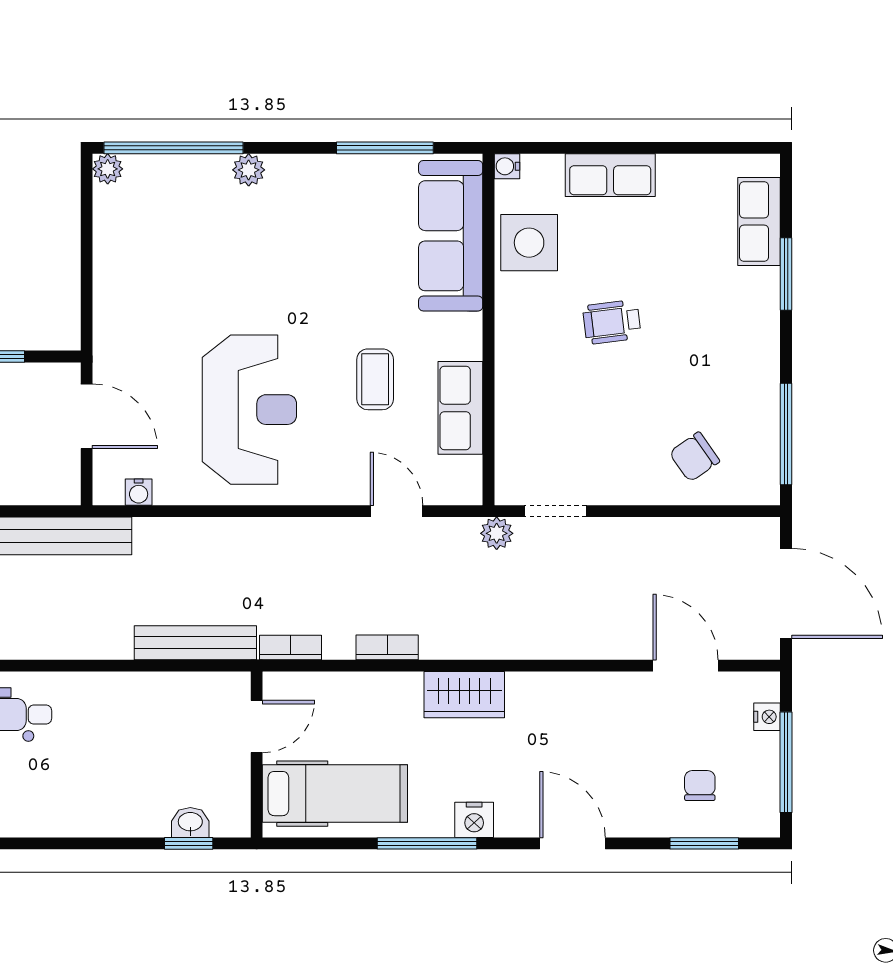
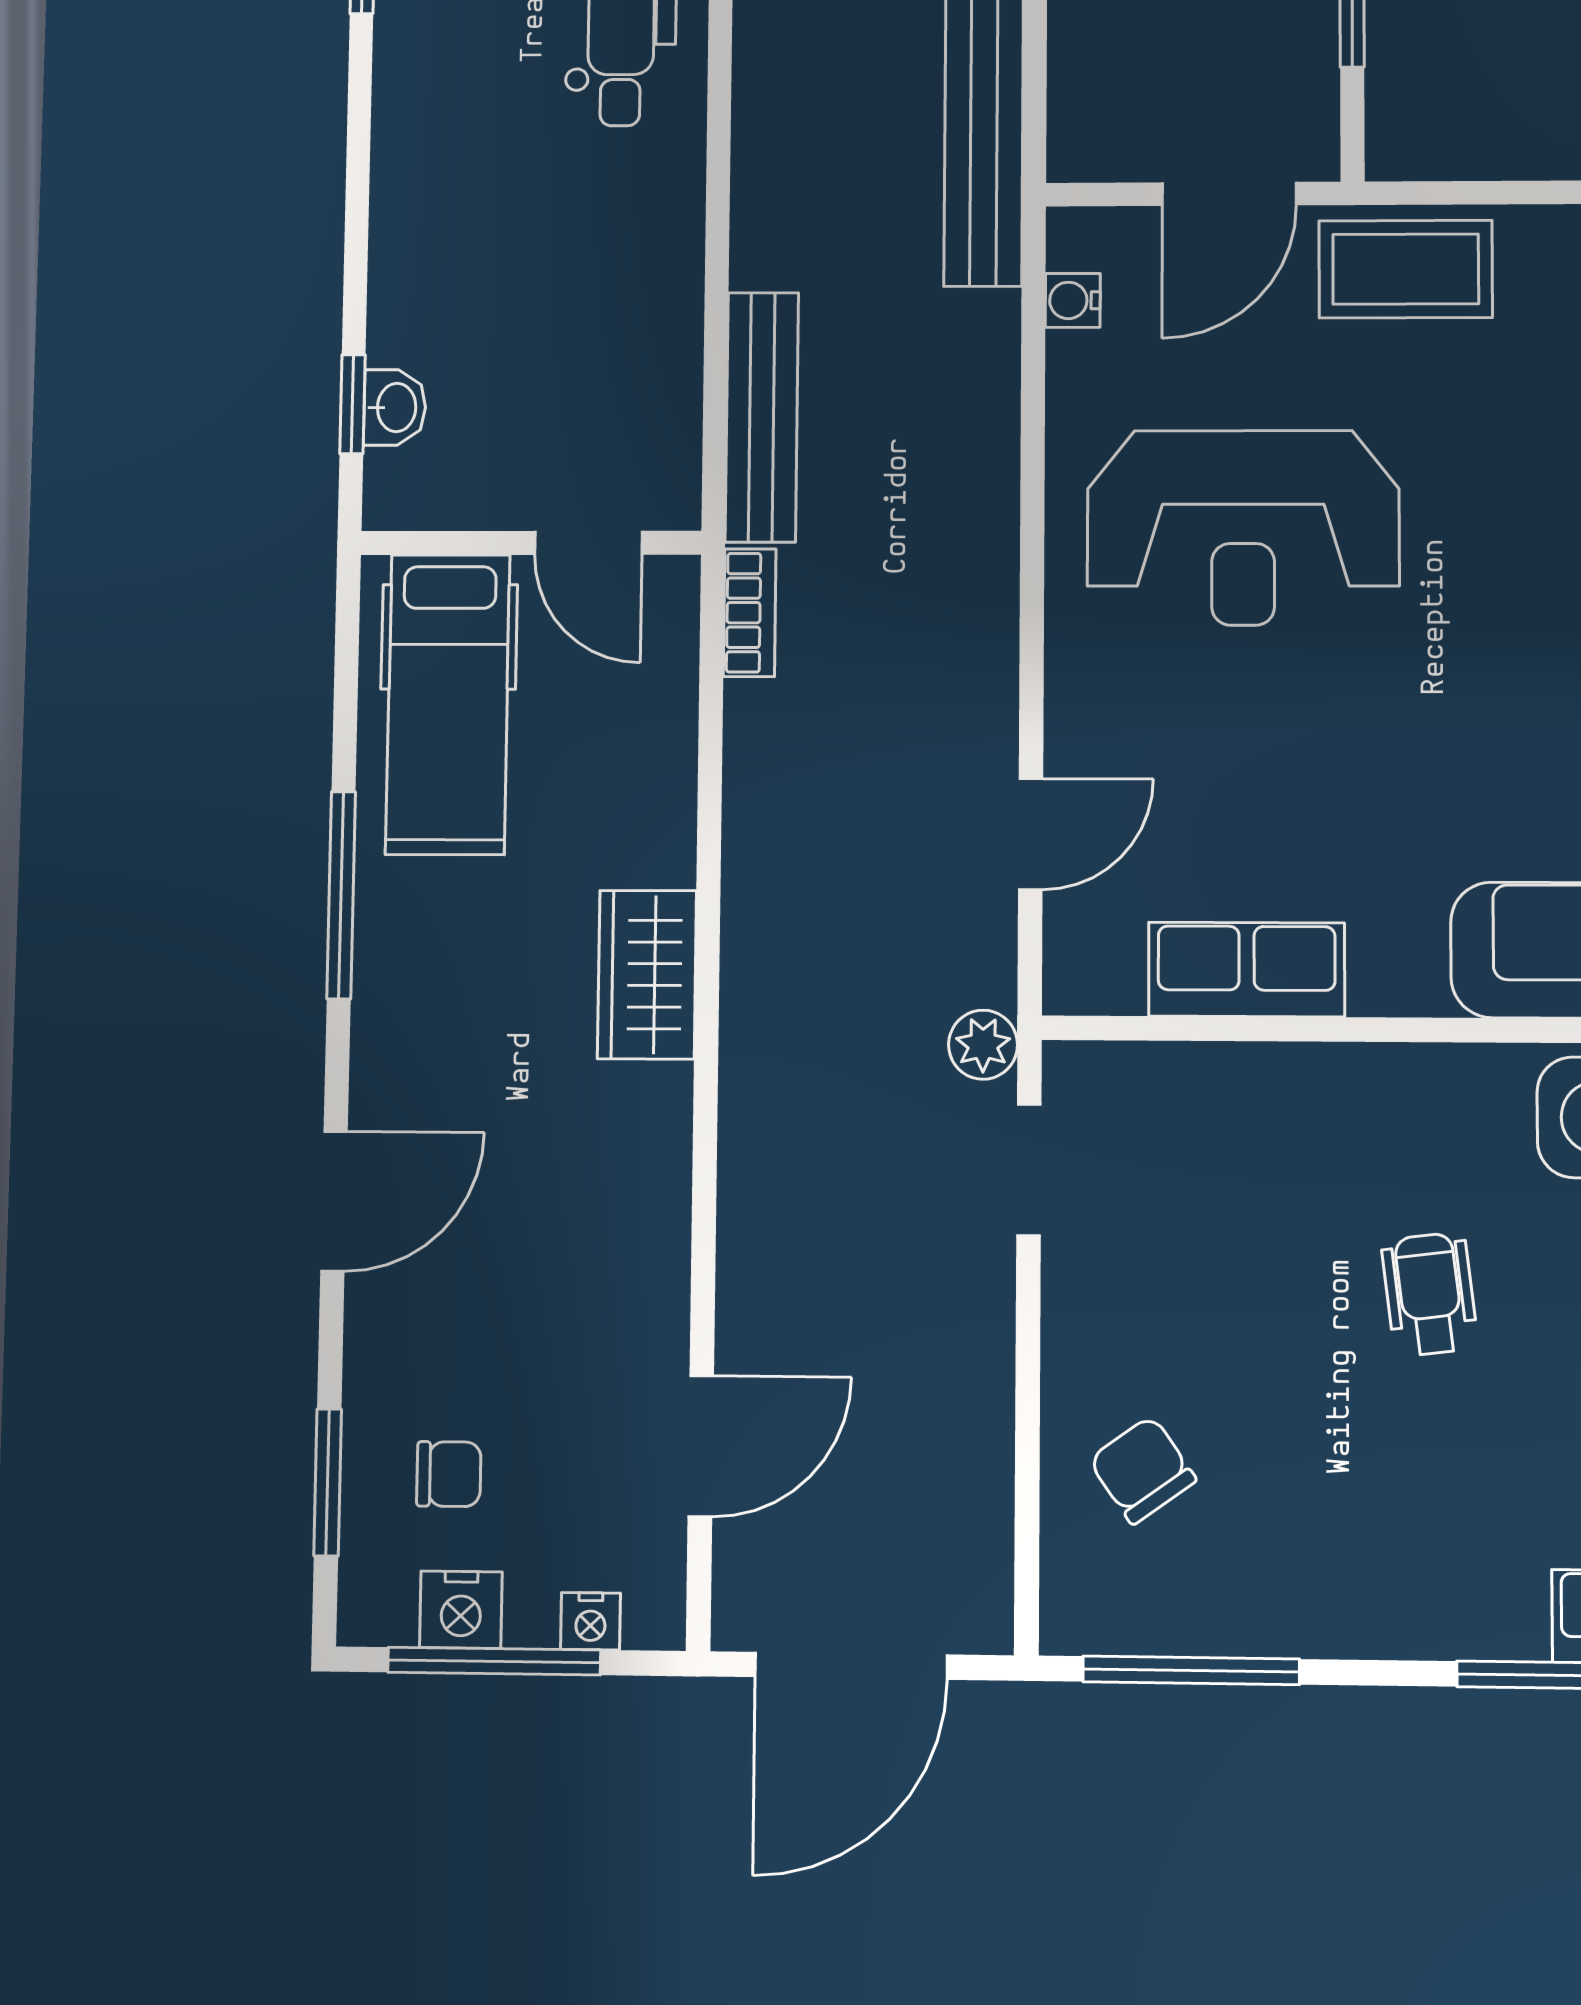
coffee table: (375, 379) -> (1406, 269), moved, width x1.36, depth x1.30
bookcase: (387, 647) -> (747, 813), removed
nightstand: (474, 820) -> (461, 1610), moved, turned -90

